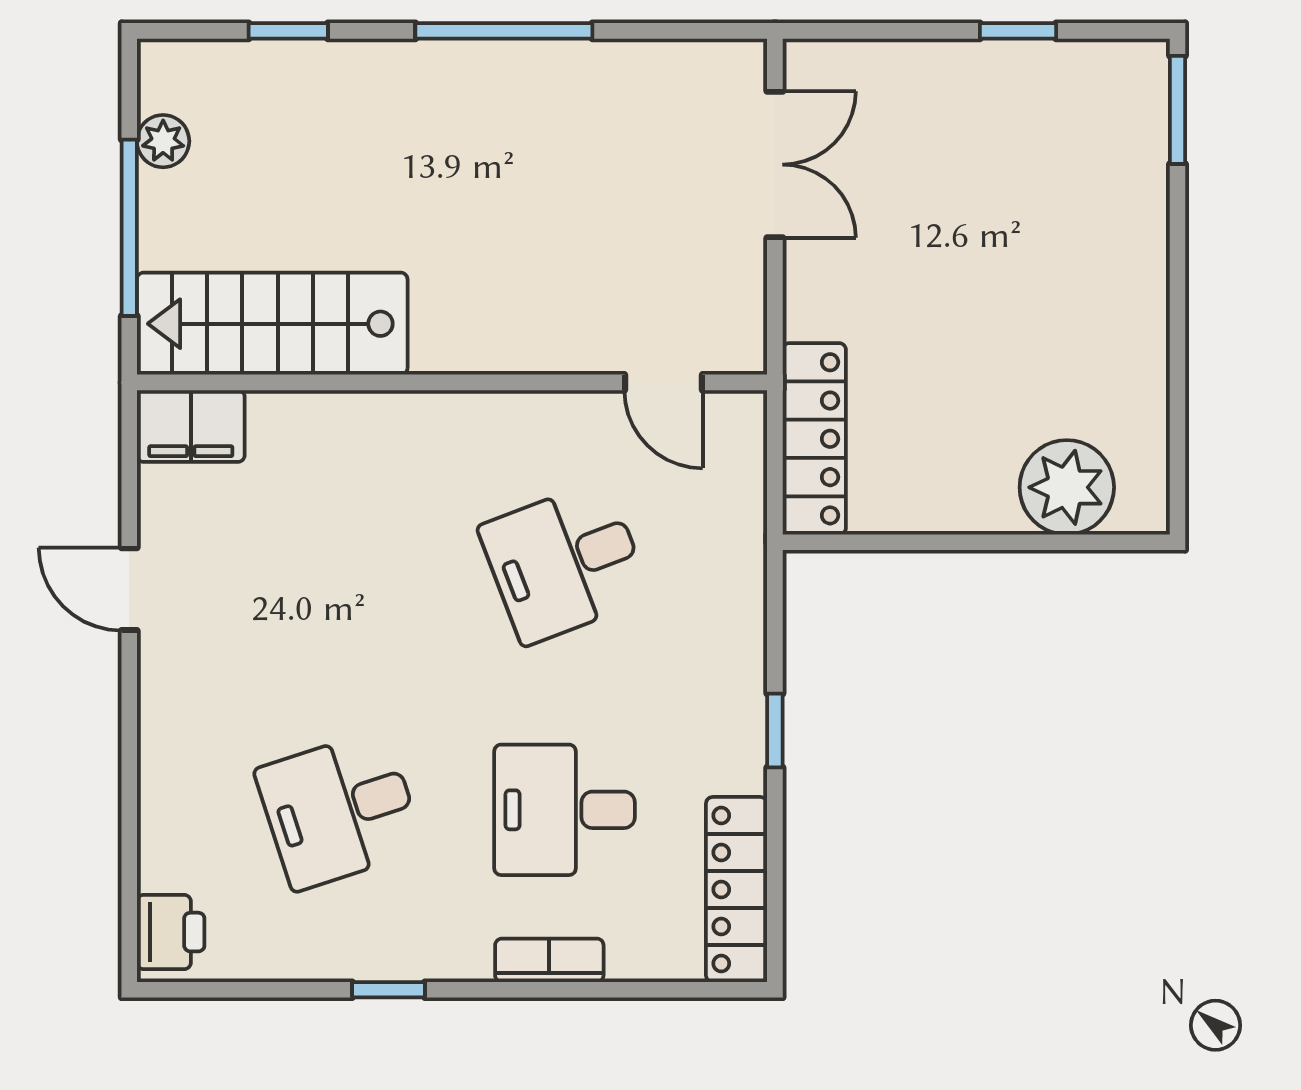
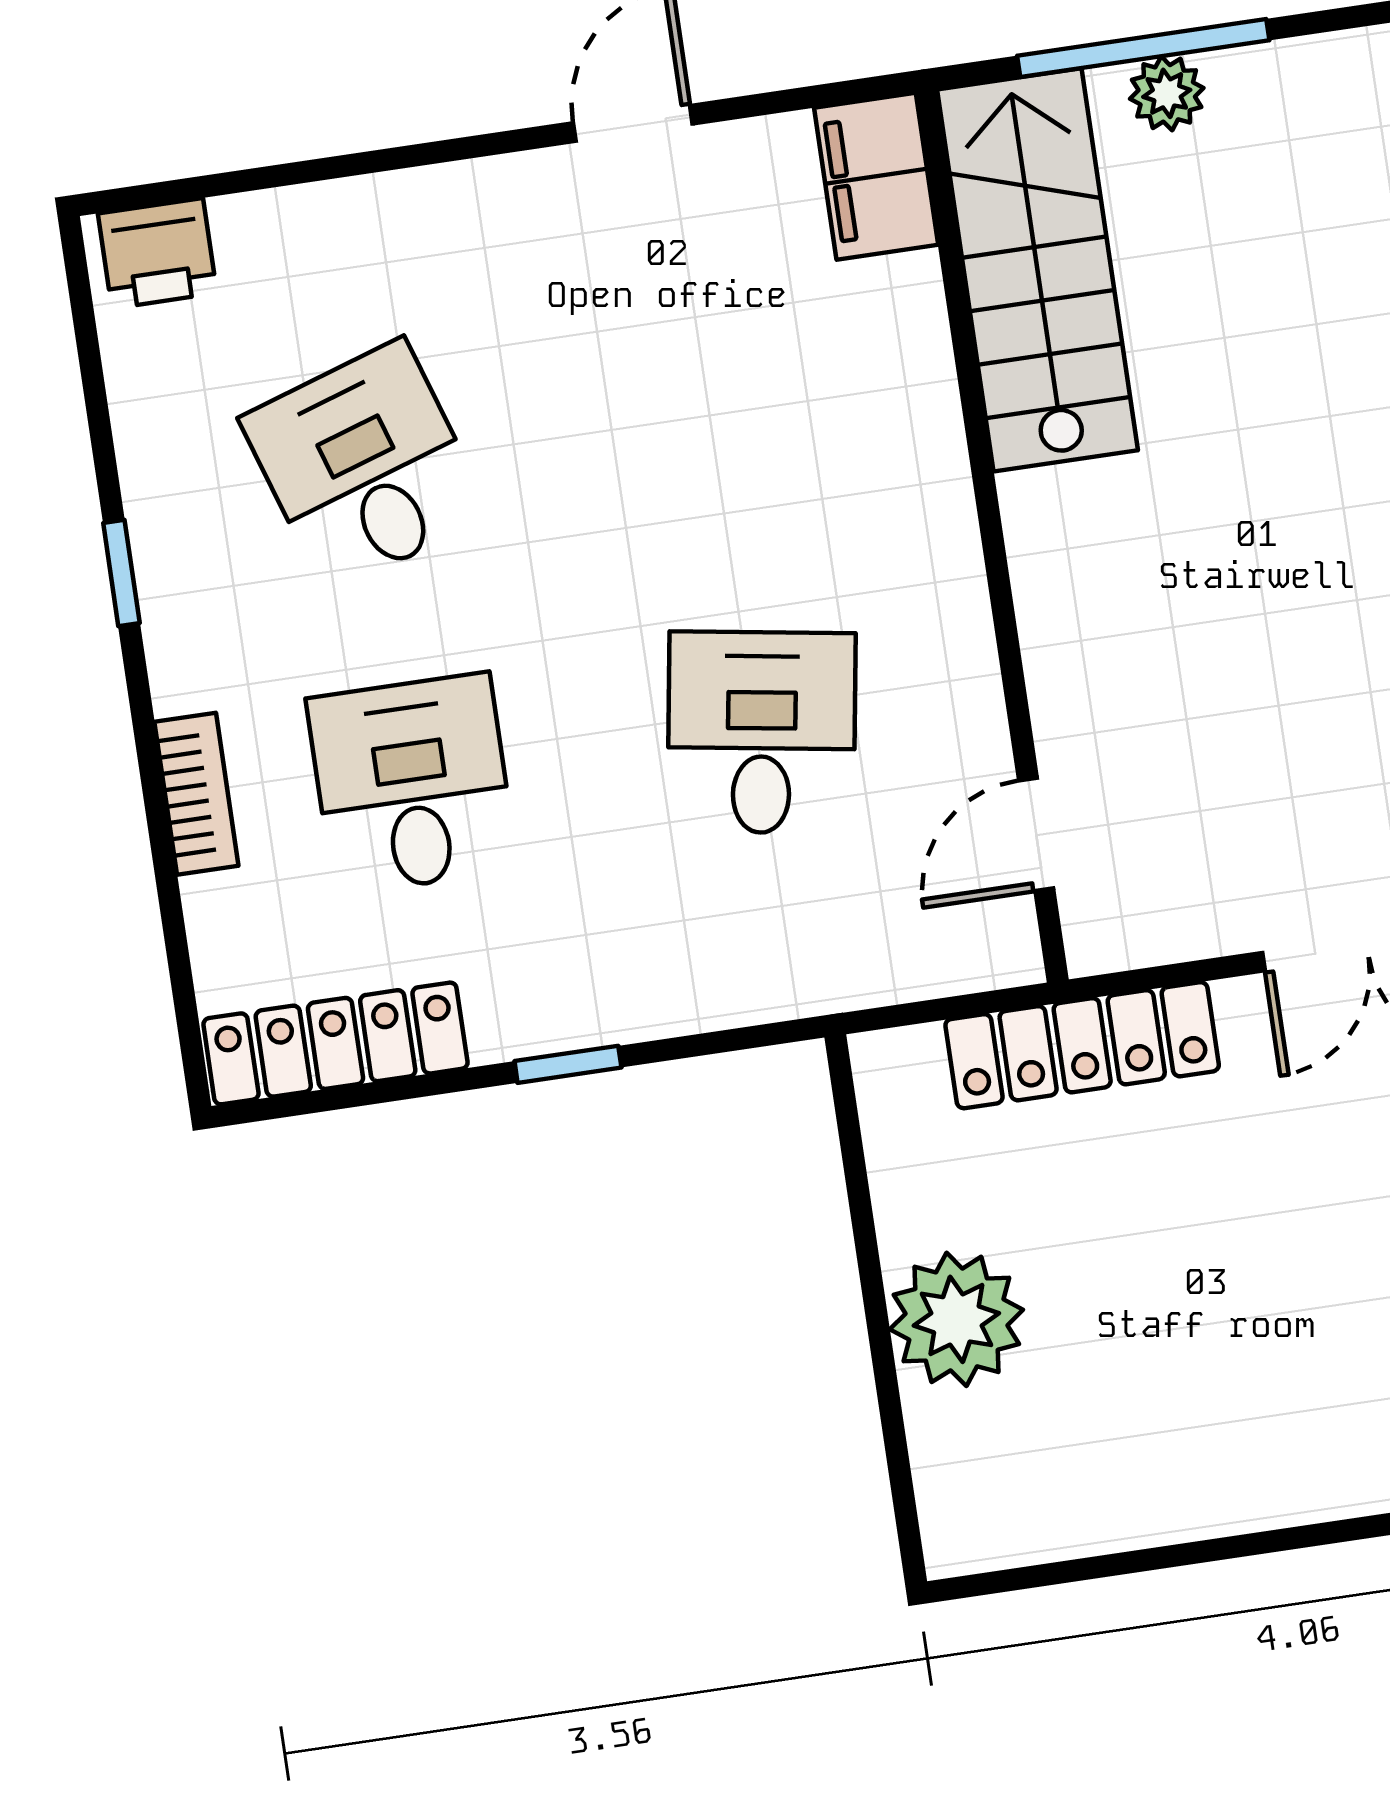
plant: (163, 141) -> (1167, 93), moved
locker: (814, 439) -> (1082, 1045), moved
plant: (1067, 487) -> (956, 1319), moved
desk: (565, 562) -> (762, 732), turned 30

